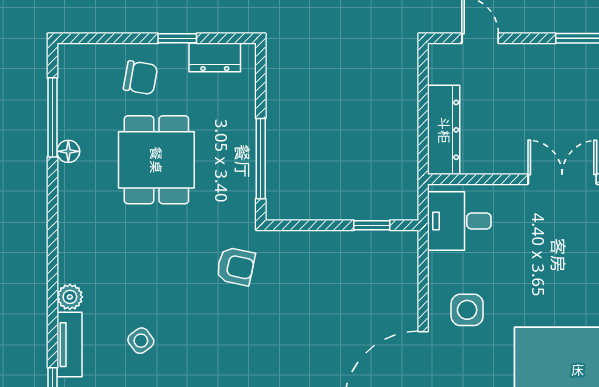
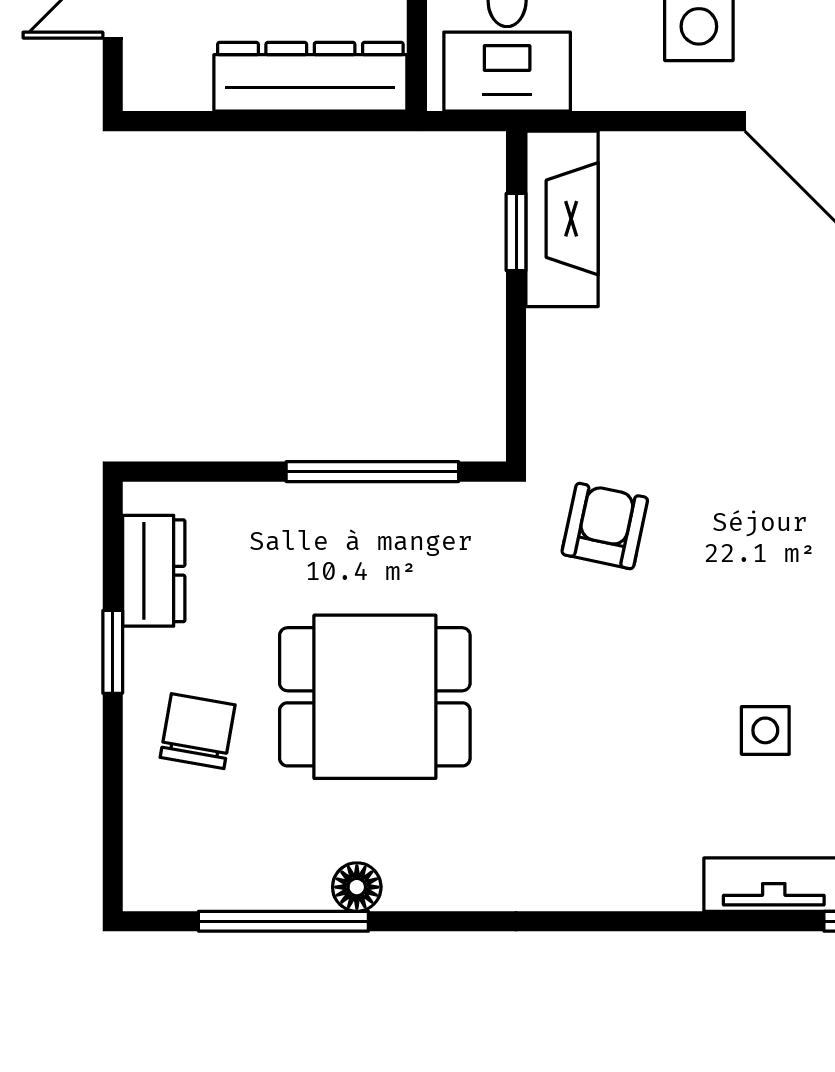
fireplace: (378, 246) -> (562, 219), added
plant: (70, 297) -> (671, 884), removed
side table: (141, 341) -> (765, 730), turned 37

